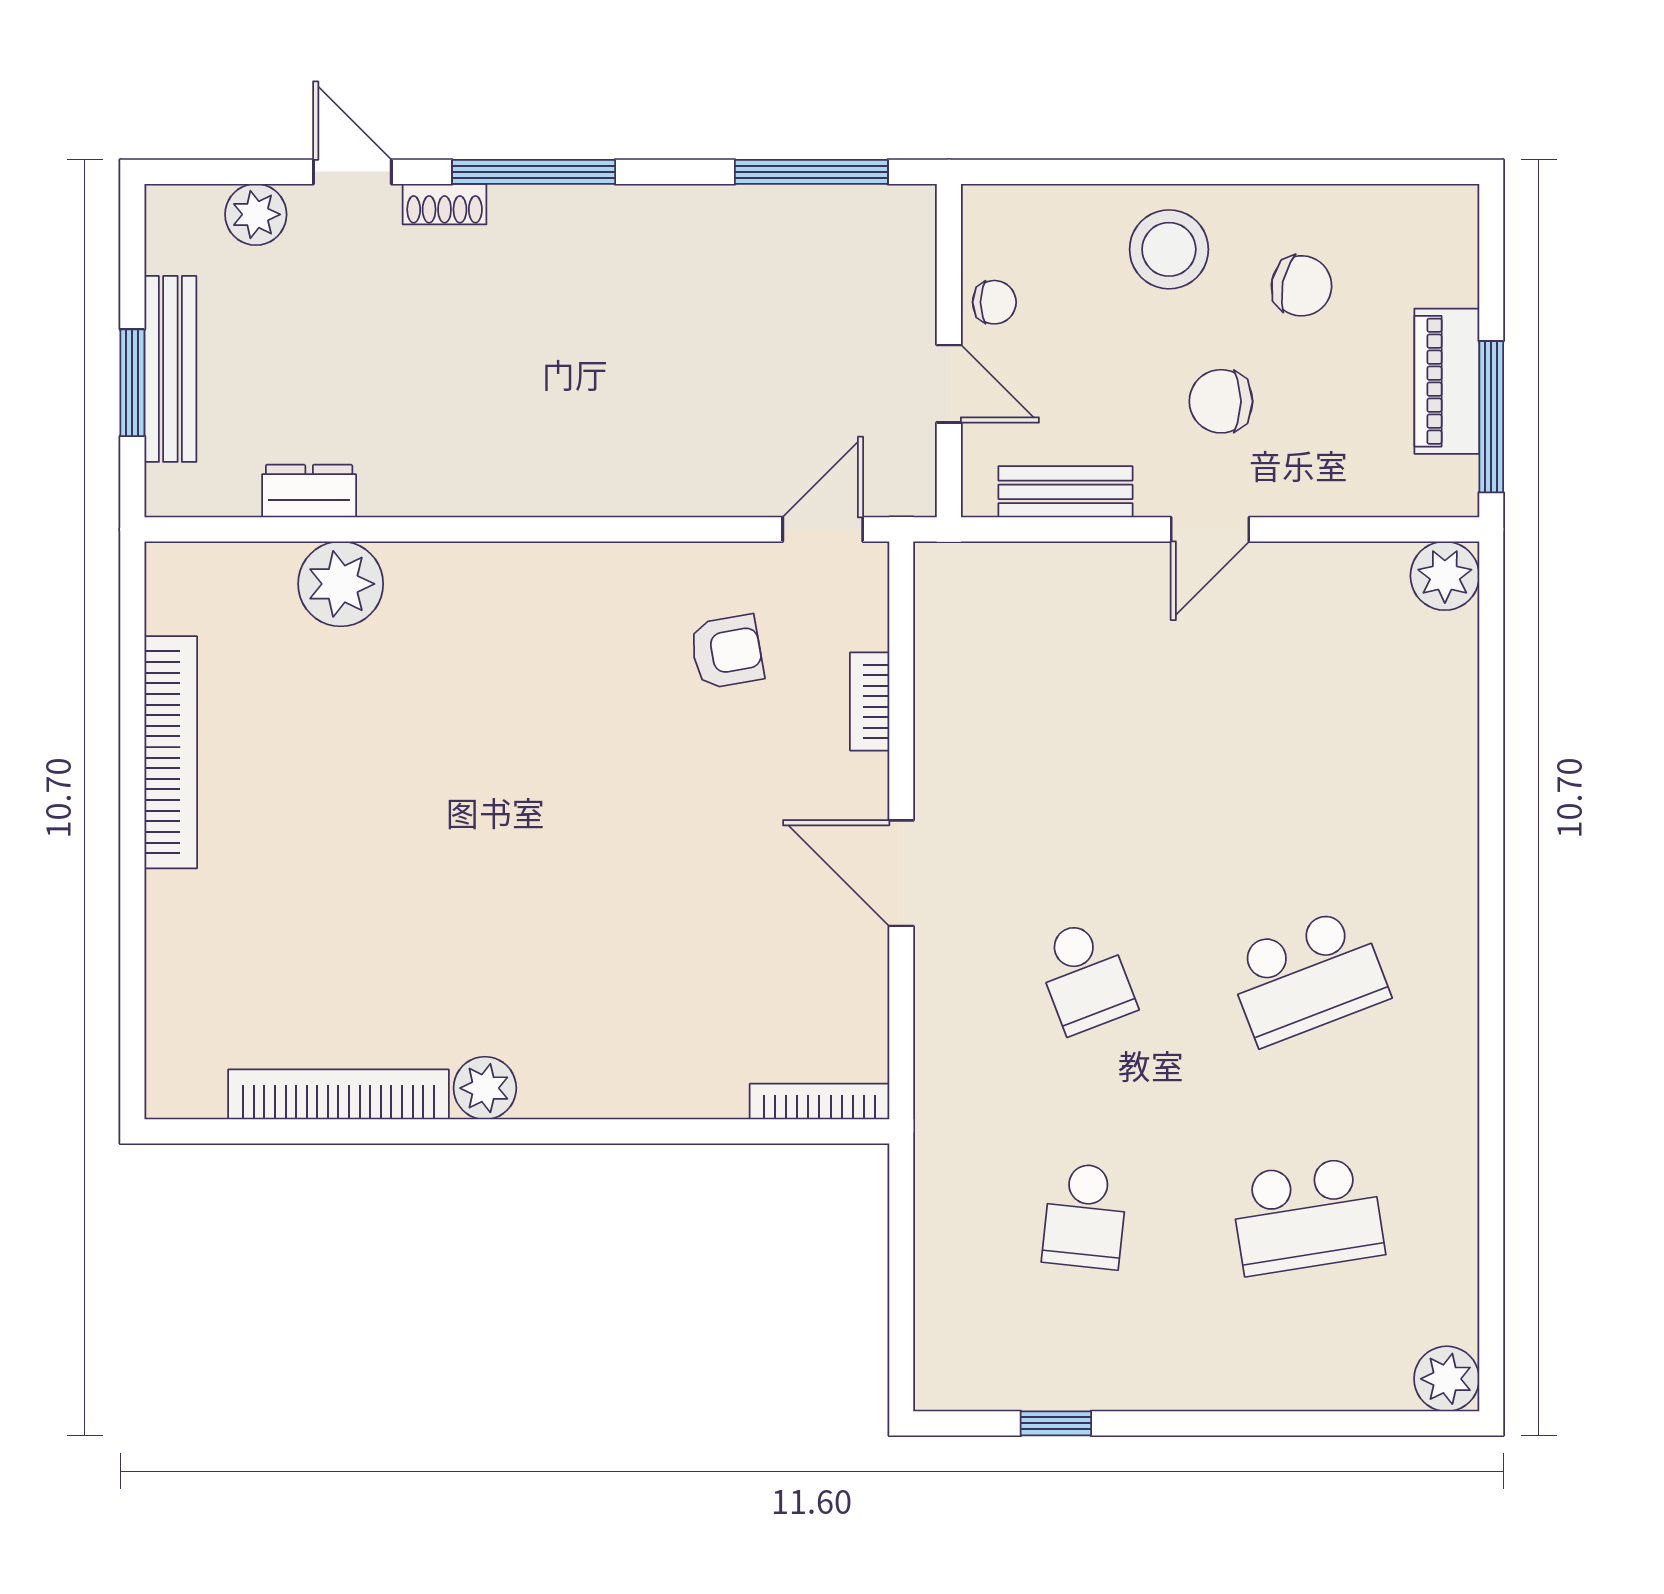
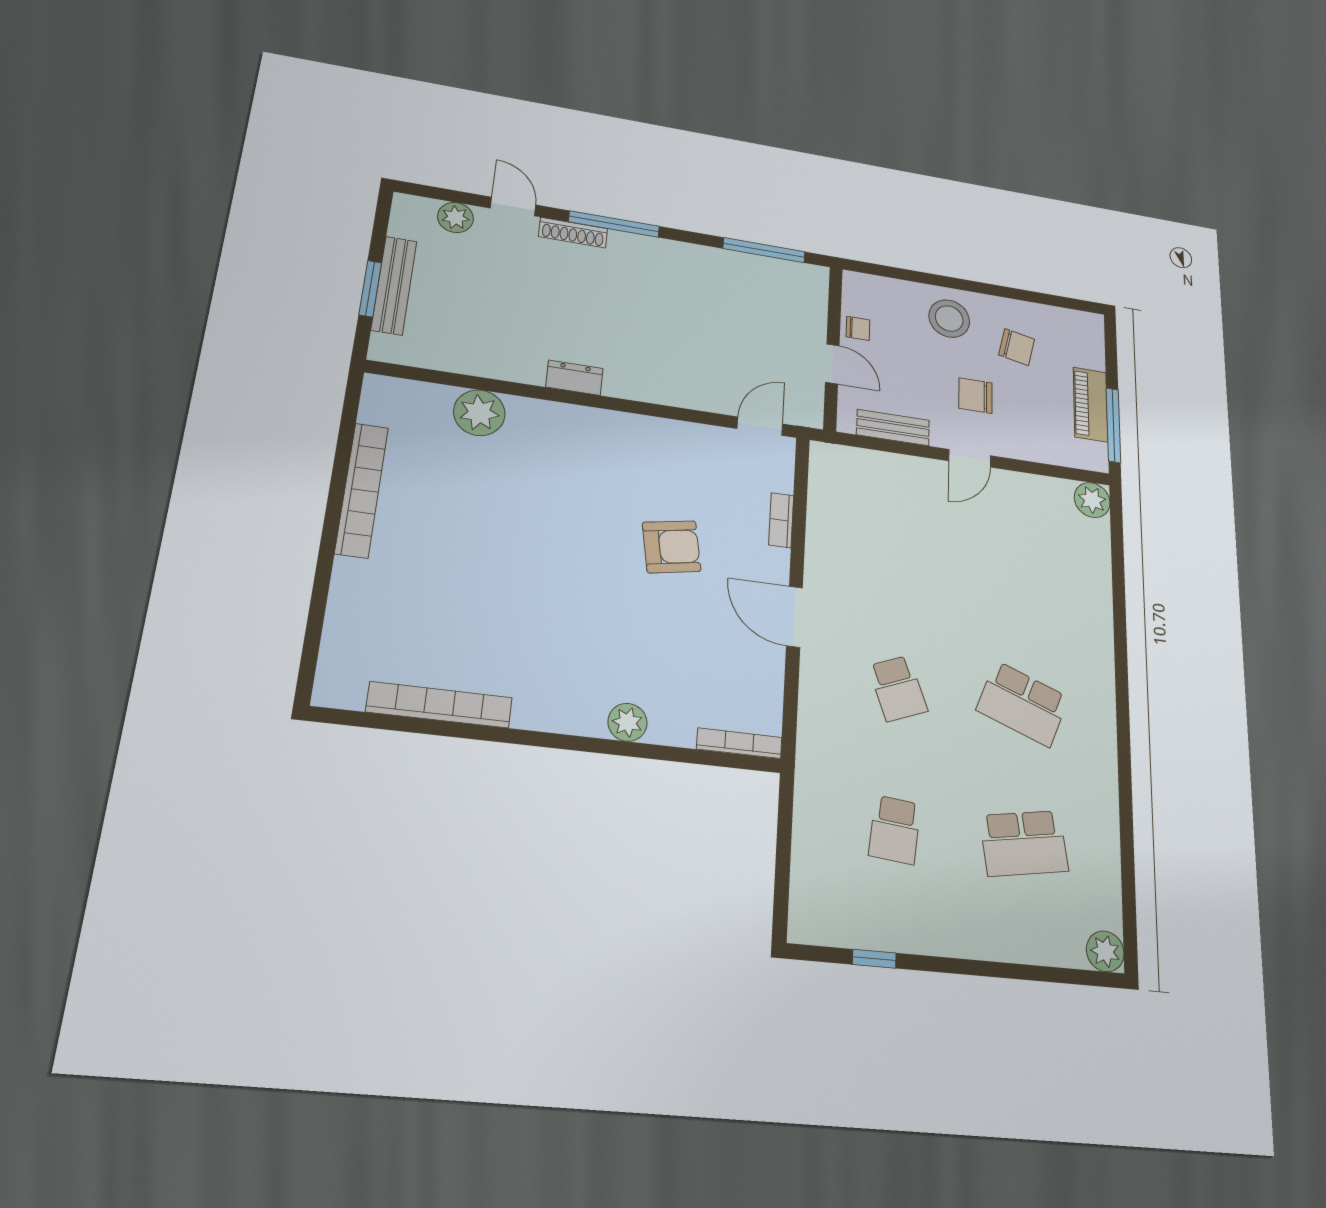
shoe rack: (445, 204) -> (573, 233), width x1.43
dresser: (309, 491) -> (574, 378), moved
armchair: (727, 652) -> (672, 547), moved, width x1.38, depth x1.38
school desk: (1307, 976) -> (1023, 704), turned 42
plant: (485, 1088) -> (627, 722), moved

